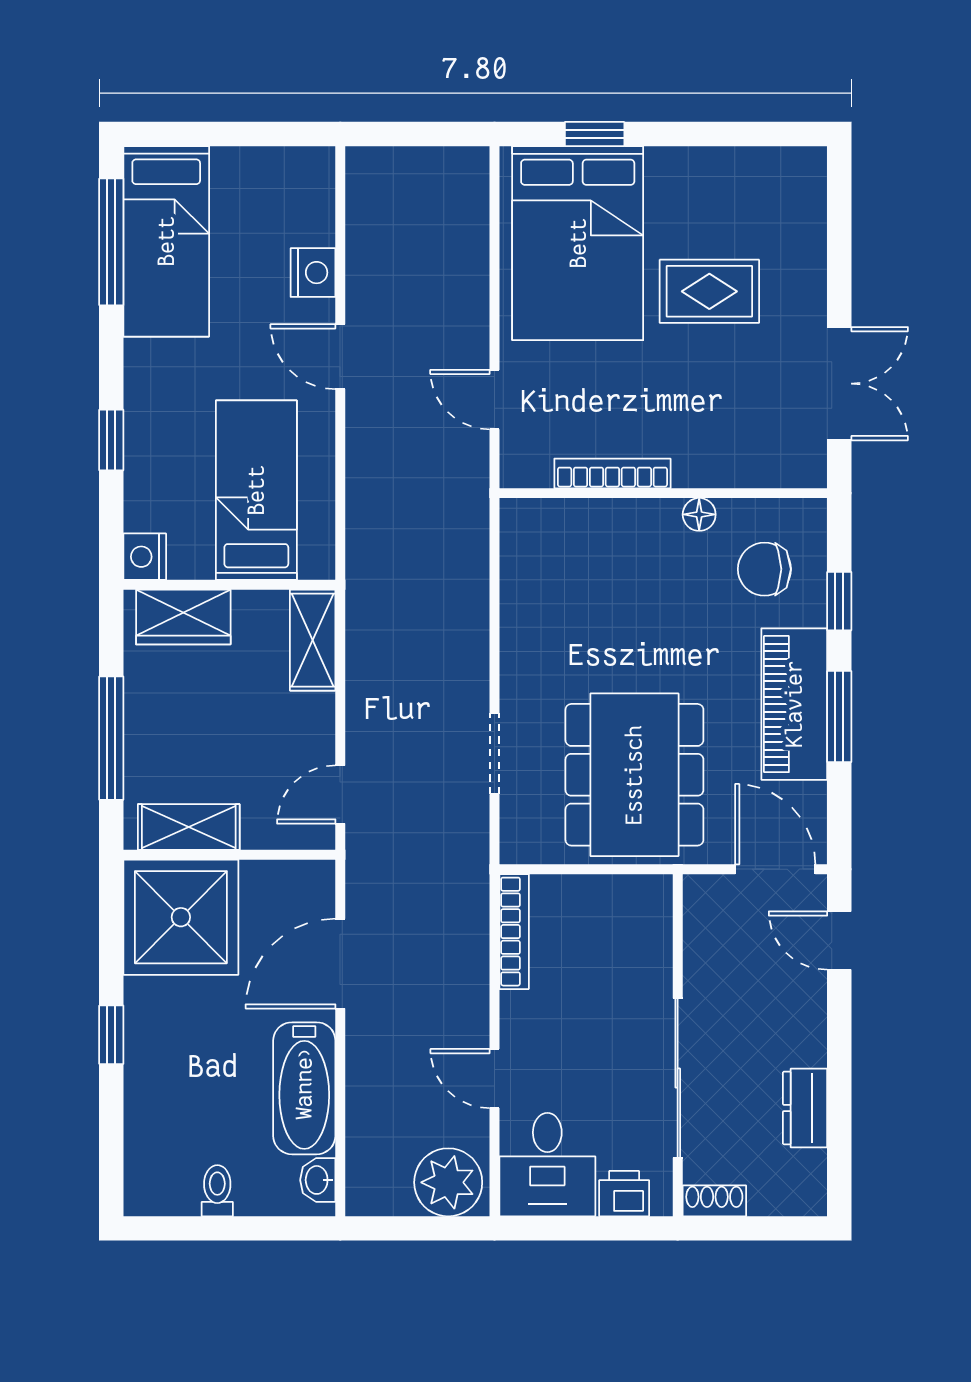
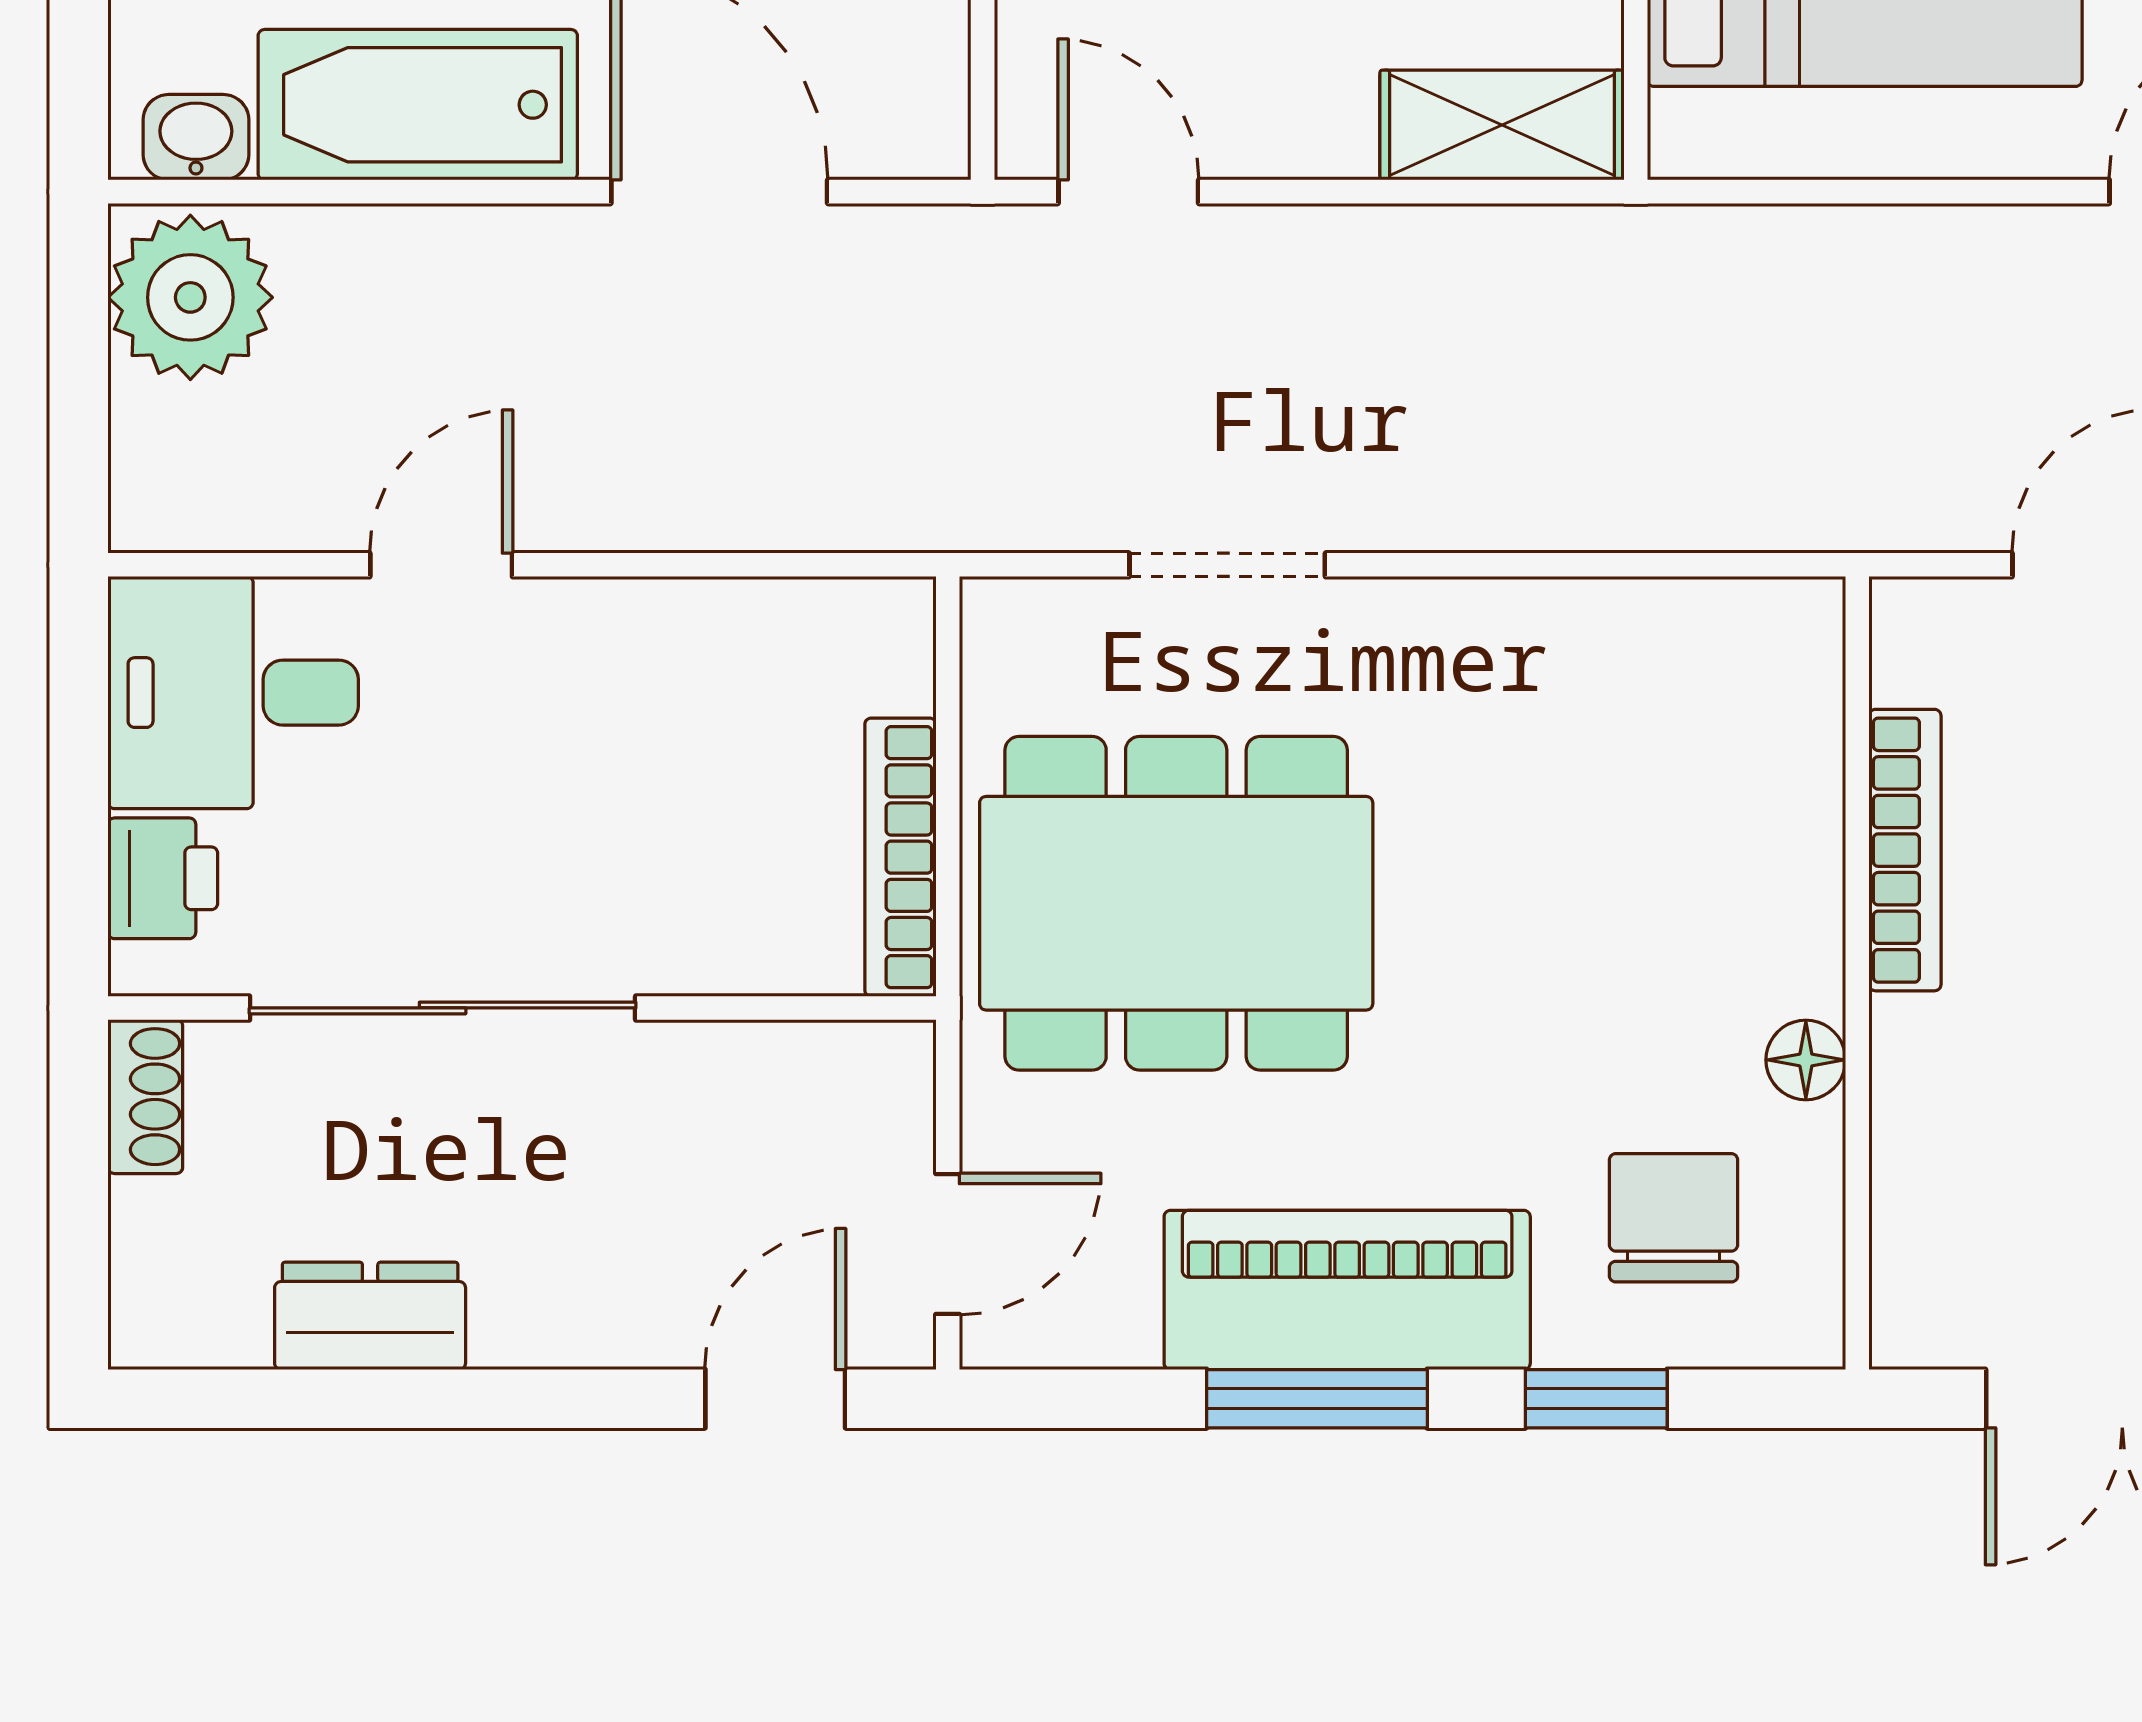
door: (775, 869) -> (948, 1244), width x0.73
bookcase: (514, 932) -> (900, 857), moved, turned 90
plant: (448, 1182) -> (190, 297), moved

